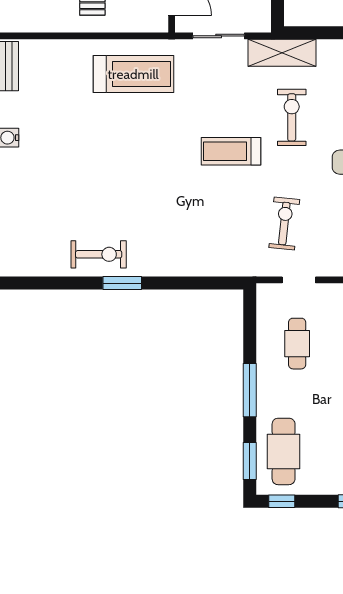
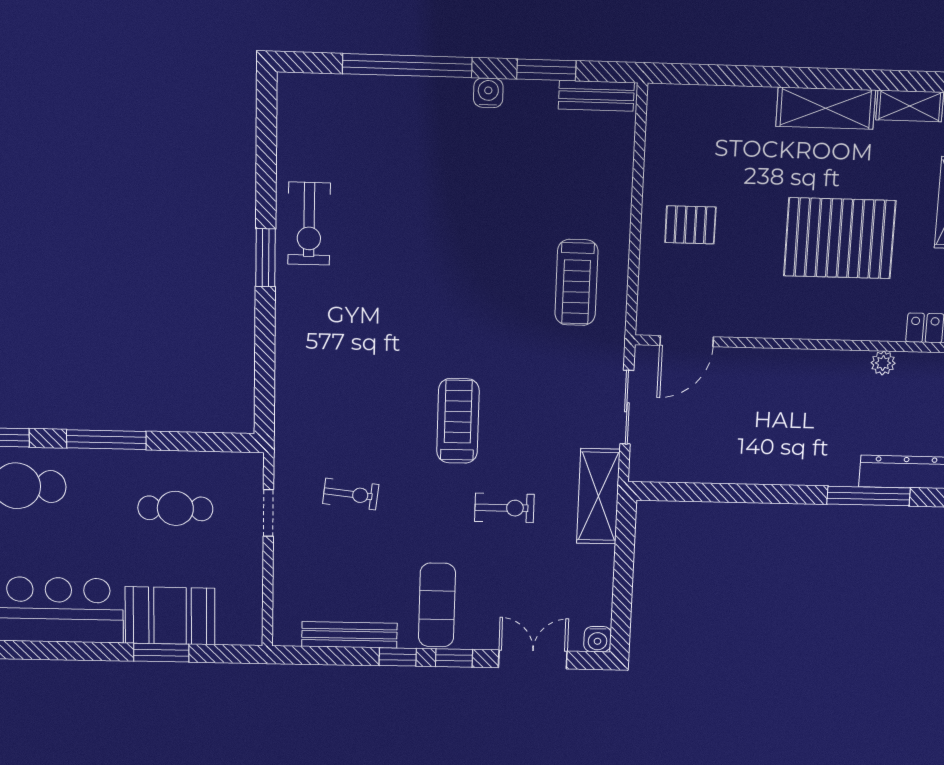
treadmill: (133, 74) -> (576, 282), width x0.73, depth x0.73
exercise bike: (292, 117) -> (504, 508), width x0.73, depth x0.72
exercise bike: (284, 224) -> (351, 494), width x0.73, depth x0.72

